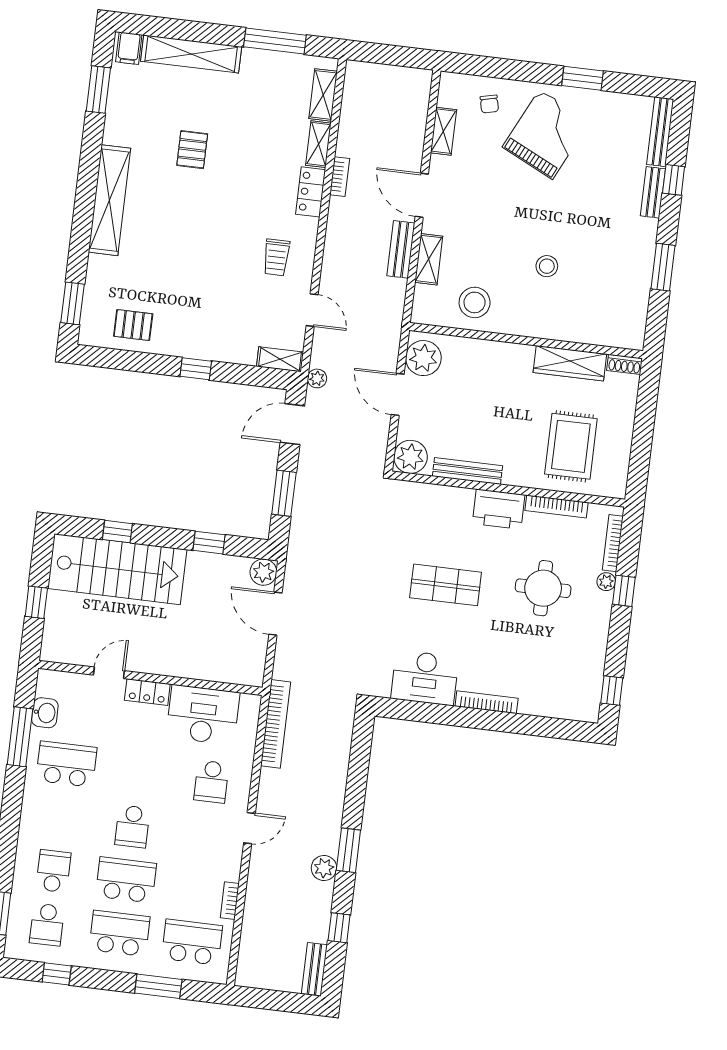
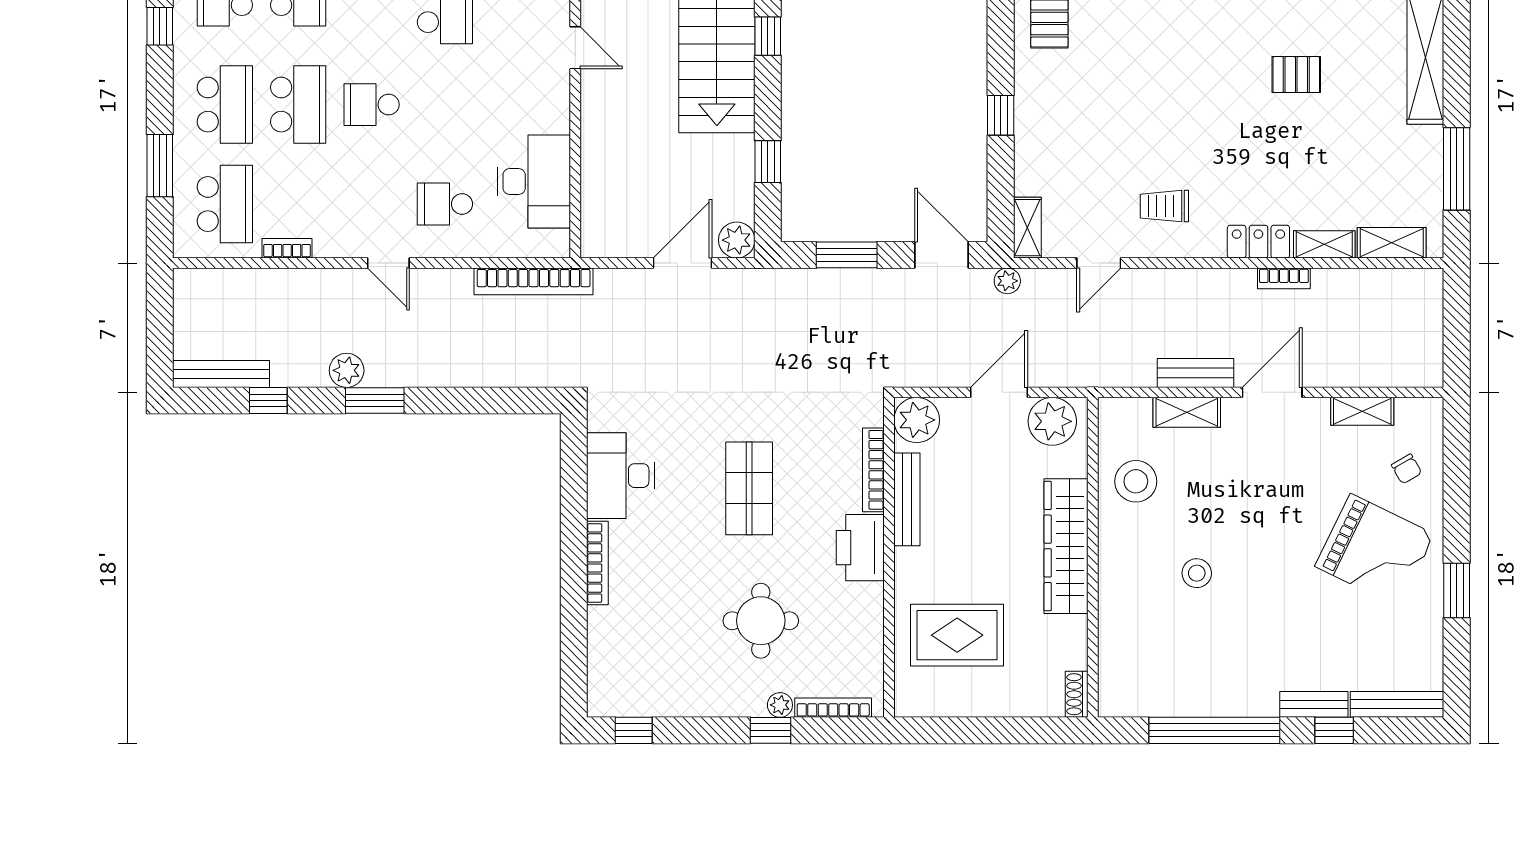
chair: (489, 104) -> (1407, 469), turned -107
window: (663, 267) -> (1214, 730), width x2.11
wardrobe: (570, 363) -> (1066, 546), moved, width x1.40, depth x1.17
bookcase: (556, 506) -> (873, 470), moved
locker: (147, 692) -> (556, 103), removed
bench: (314, 969) -> (221, 374), width x1.36

